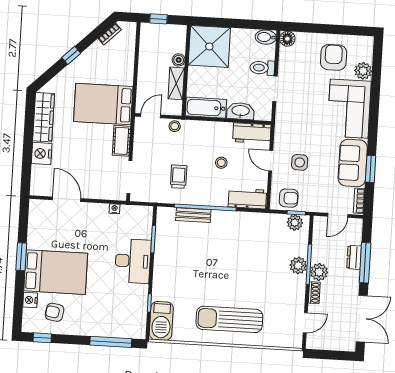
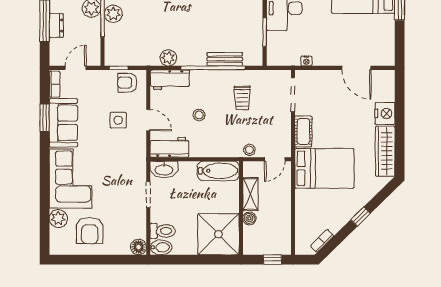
toilet: (262, 68) -> (163, 231), moved
washbasin: (241, 111) -> (164, 169), moved
plant: (295, 223) -> (168, 58), moved

